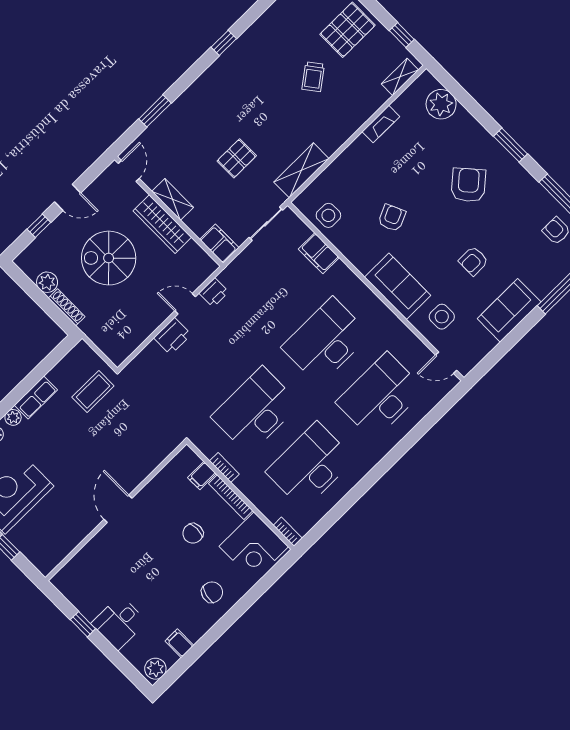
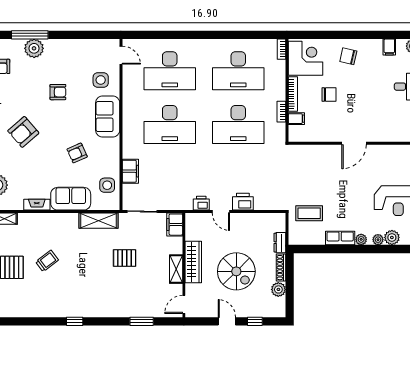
plant: (542, 281) -> (34, 48), added
sofa: (509, 310) -> (71, 199), moved, turned 180
dresser: (93, 332) -> (280, 243), added

